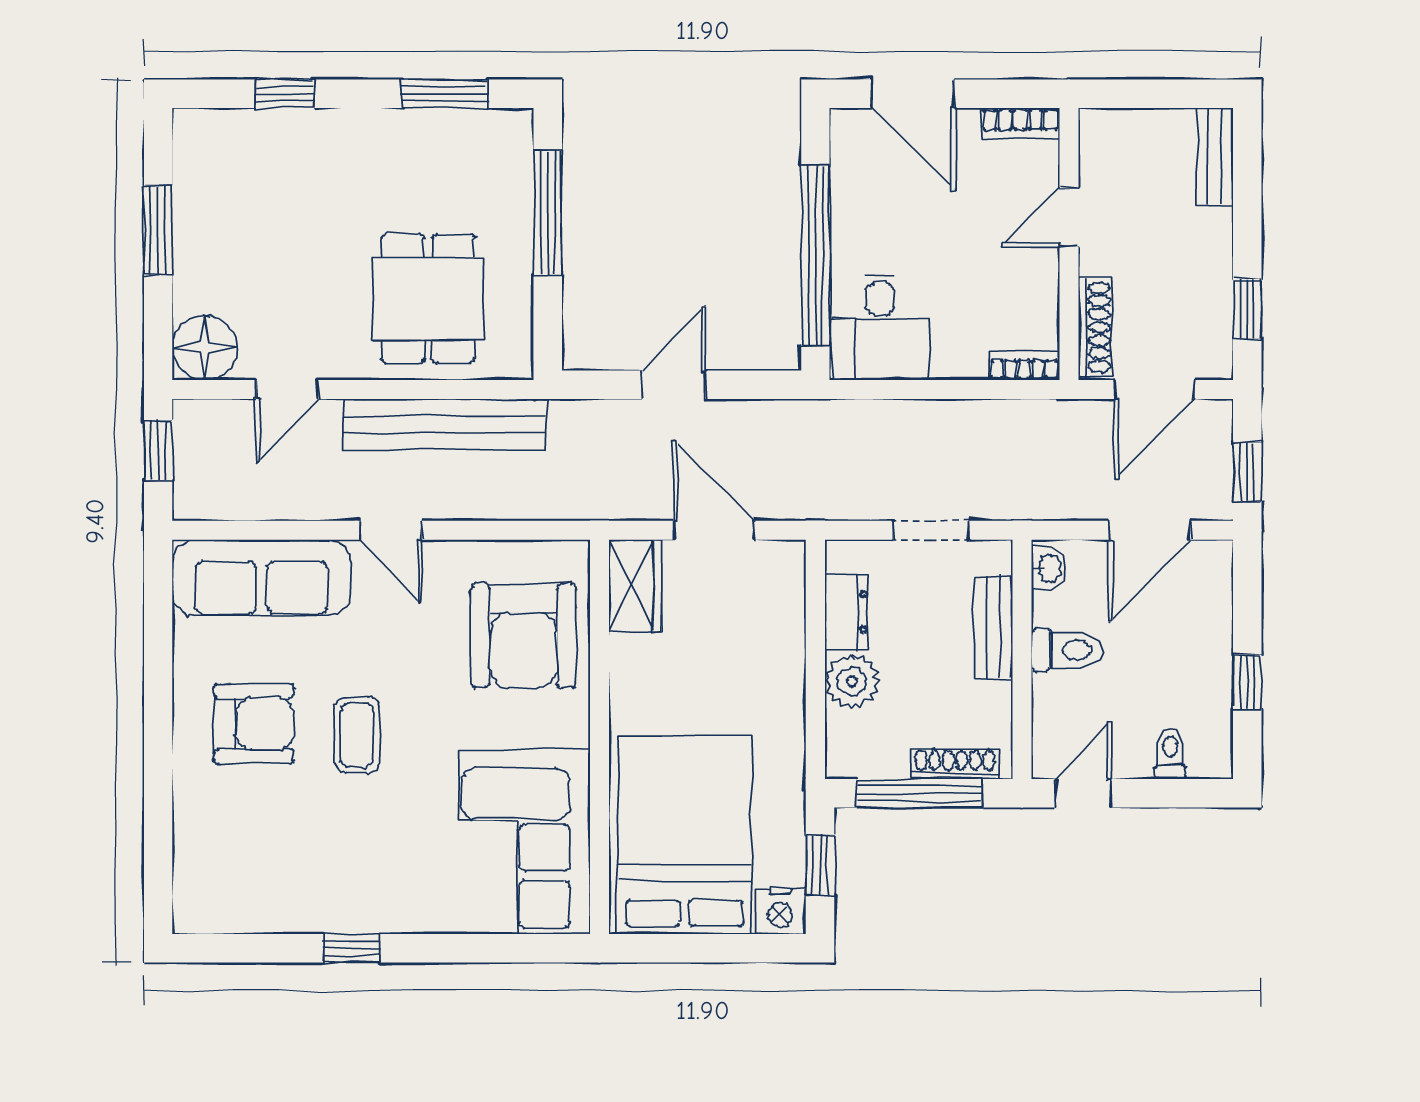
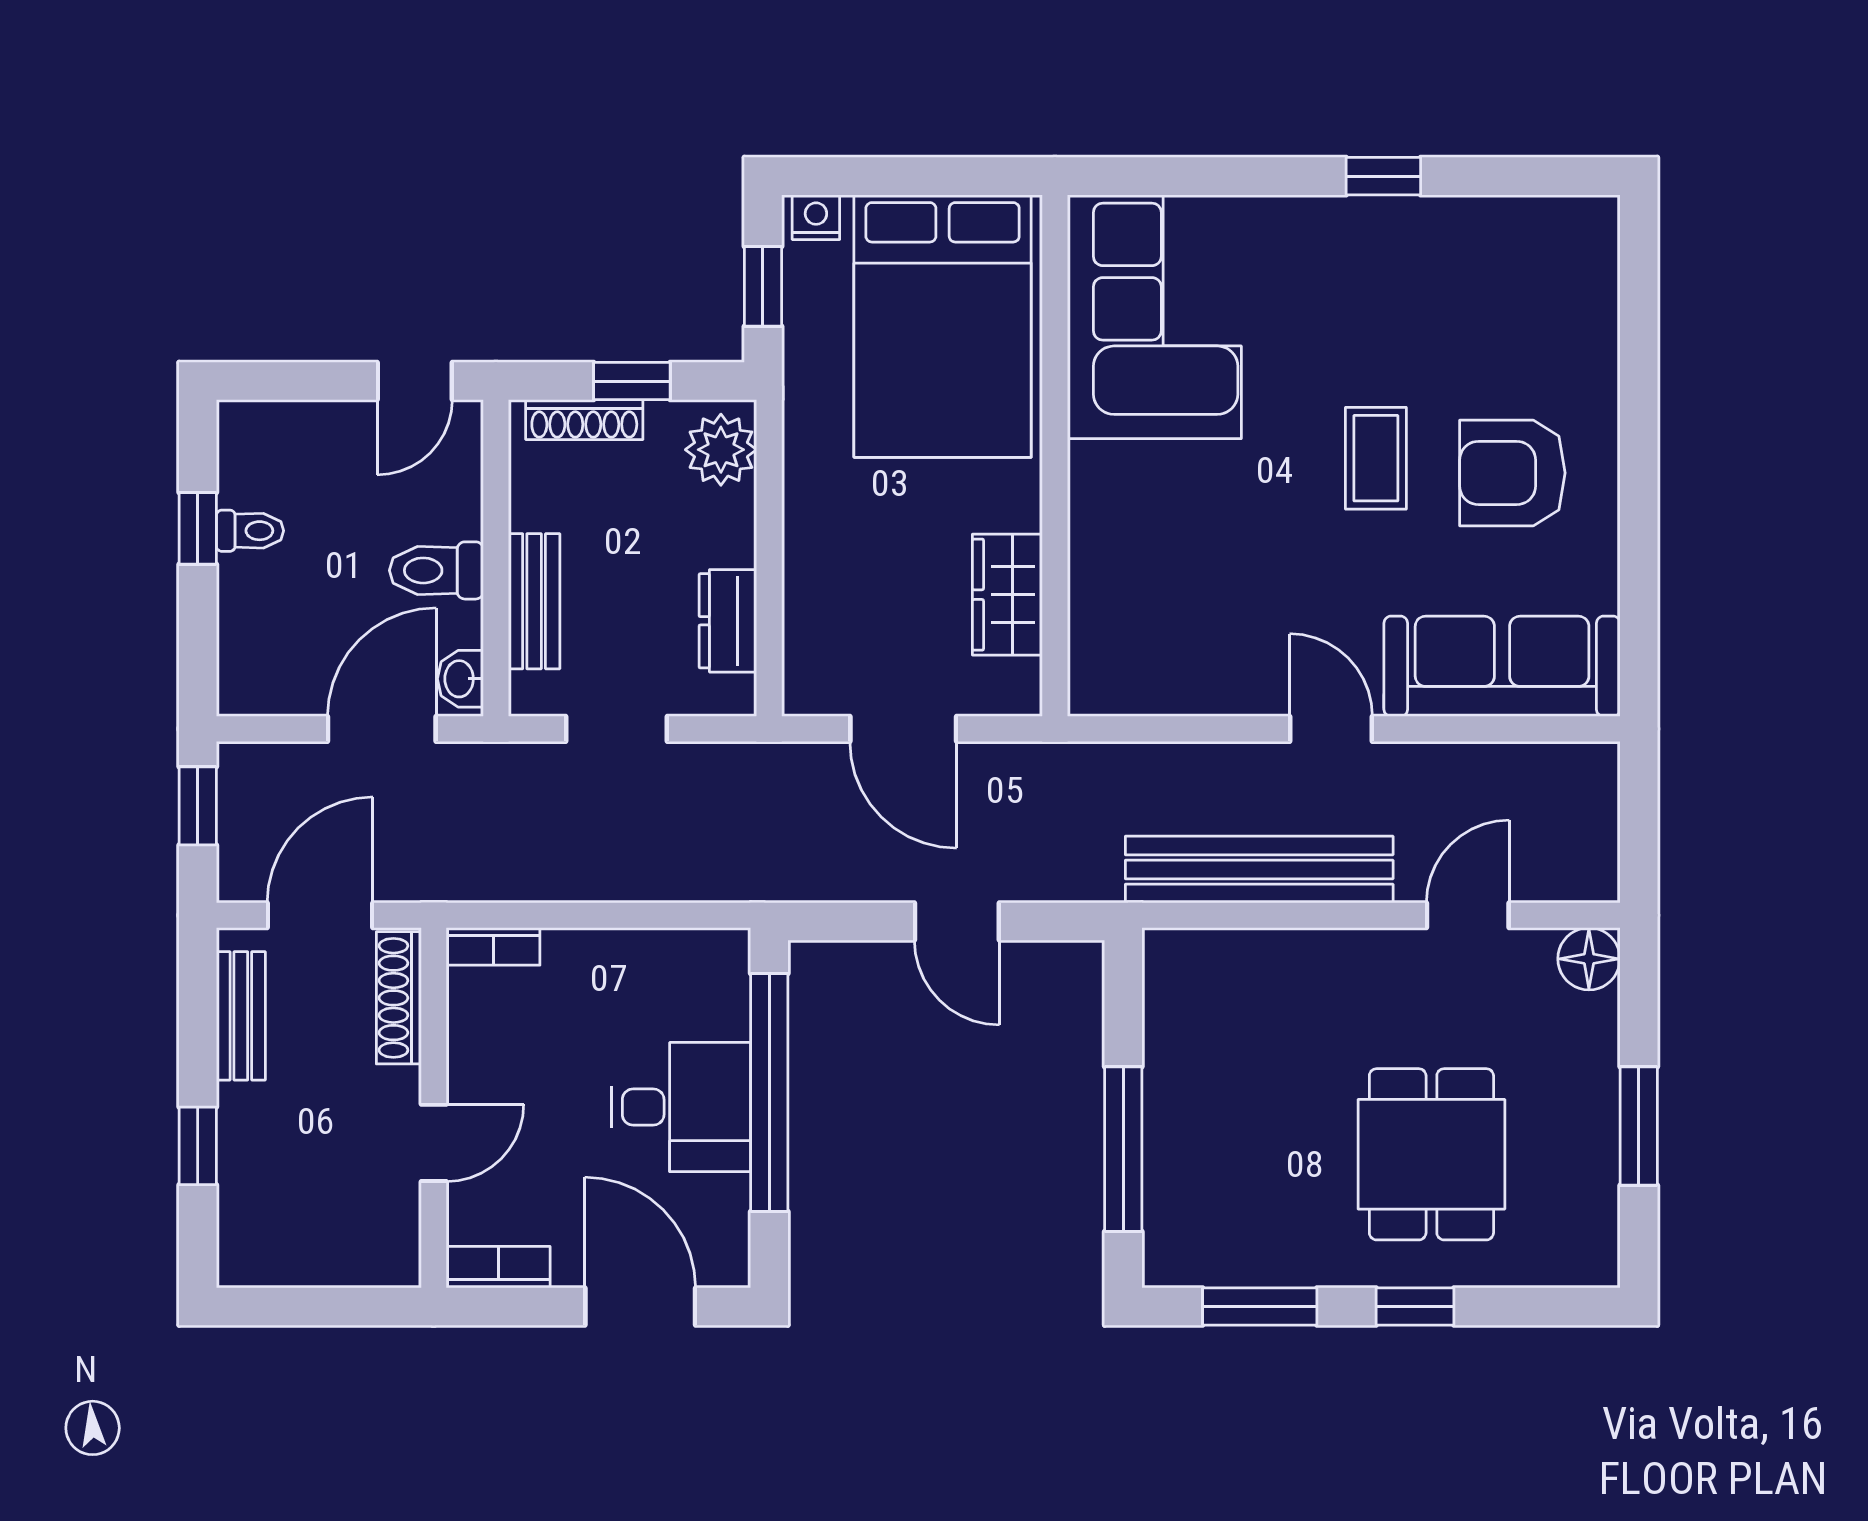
window: (284, 94) -> (1415, 1307), moved
bench: (1215, 156) -> (241, 1016), moved
dining table: (428, 299) -> (1431, 1154), moved
window: (1247, 309) -> (198, 1146), moved
desk: (880, 327) -> (681, 1107), moved, turned 90
floor lamp: (205, 348) -> (1589, 959), width x0.73, depth x0.73
door: (674, 385) -> (957, 921), hinge flipped
window: (158, 451) -> (1639, 834), removed
door: (1149, 530) -> (382, 729), moved
wardrobe: (635, 585) -> (1007, 595), moved
armchair: (524, 636) -> (1155, 590), removed
plant: (852, 682) -> (721, 450), moved
toilet: (1170, 754) -> (250, 531), moved, turned -90
window: (919, 793) -> (632, 381), width x0.46
nightstand: (780, 911) -> (816, 217), width x0.72, depth x0.74

